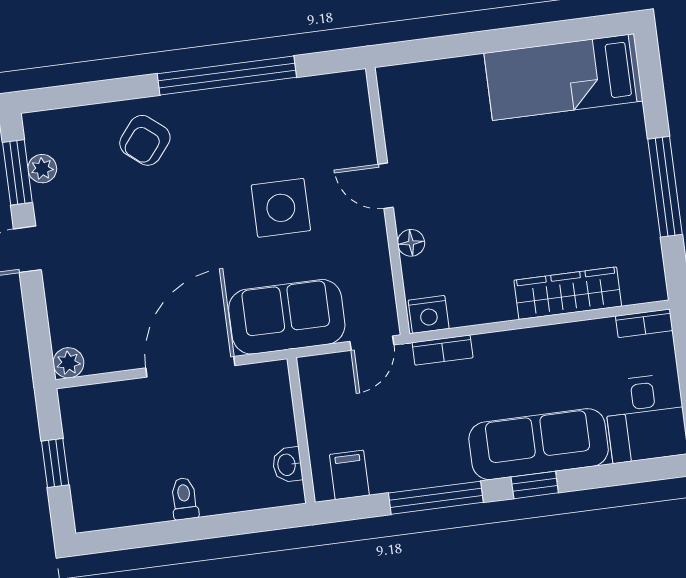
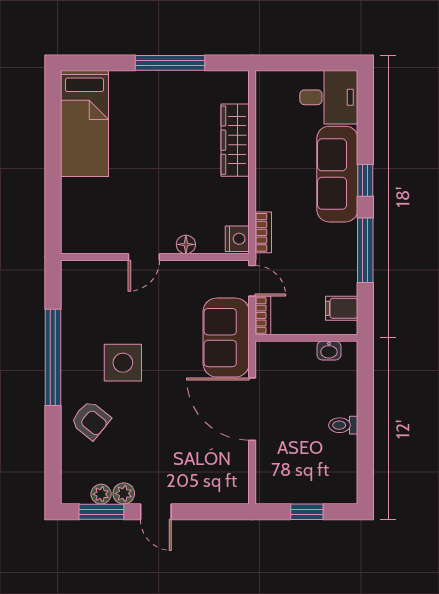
side table: (281, 208) -> (123, 363), moved
bookcase: (644, 323) -> (263, 316), moved
plant: (68, 363) -> (124, 493), moved

